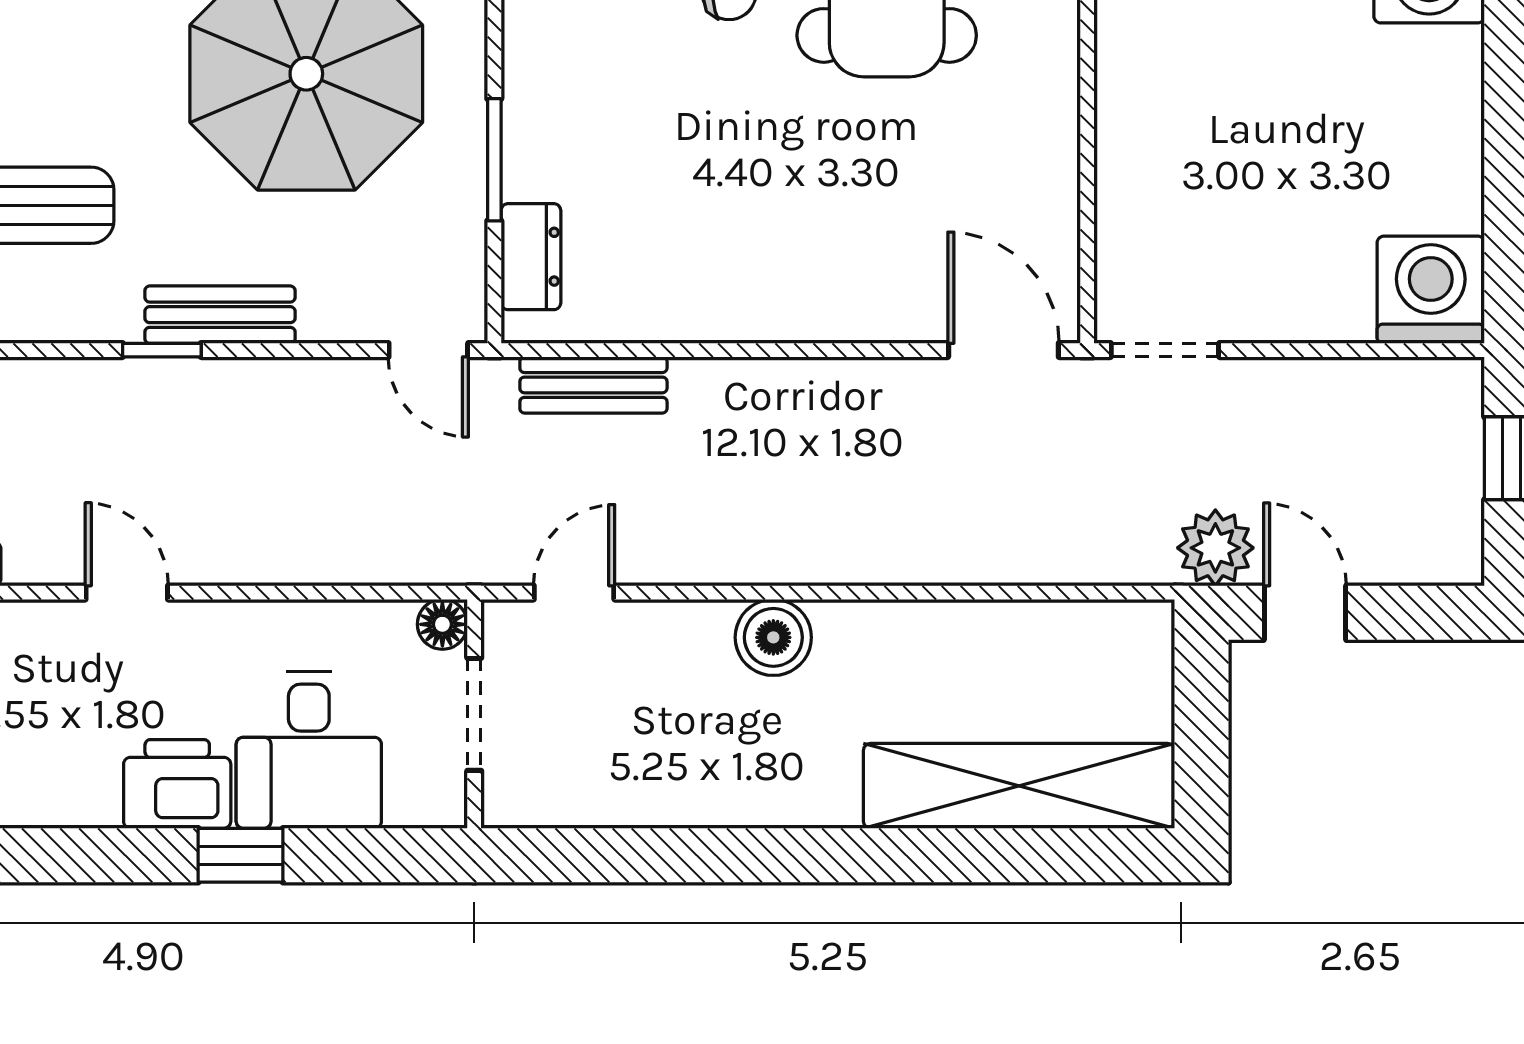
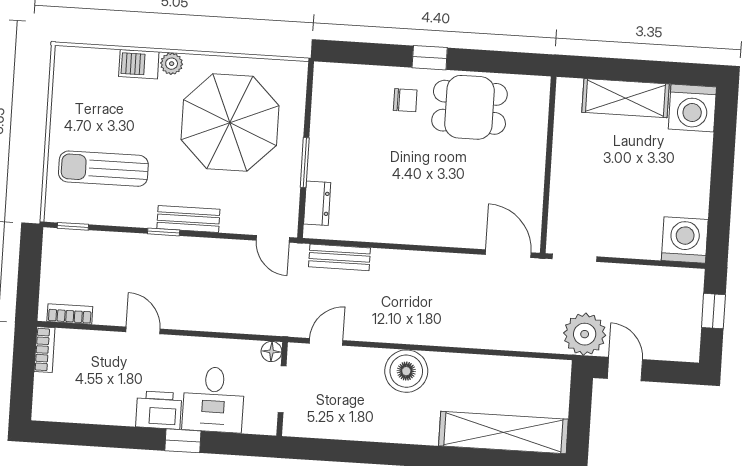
plant: (1215, 548) -> (585, 334), width x1.36, depth x1.36
boiler: (773, 637) -> (406, 371), width x1.37, depth x1.37

